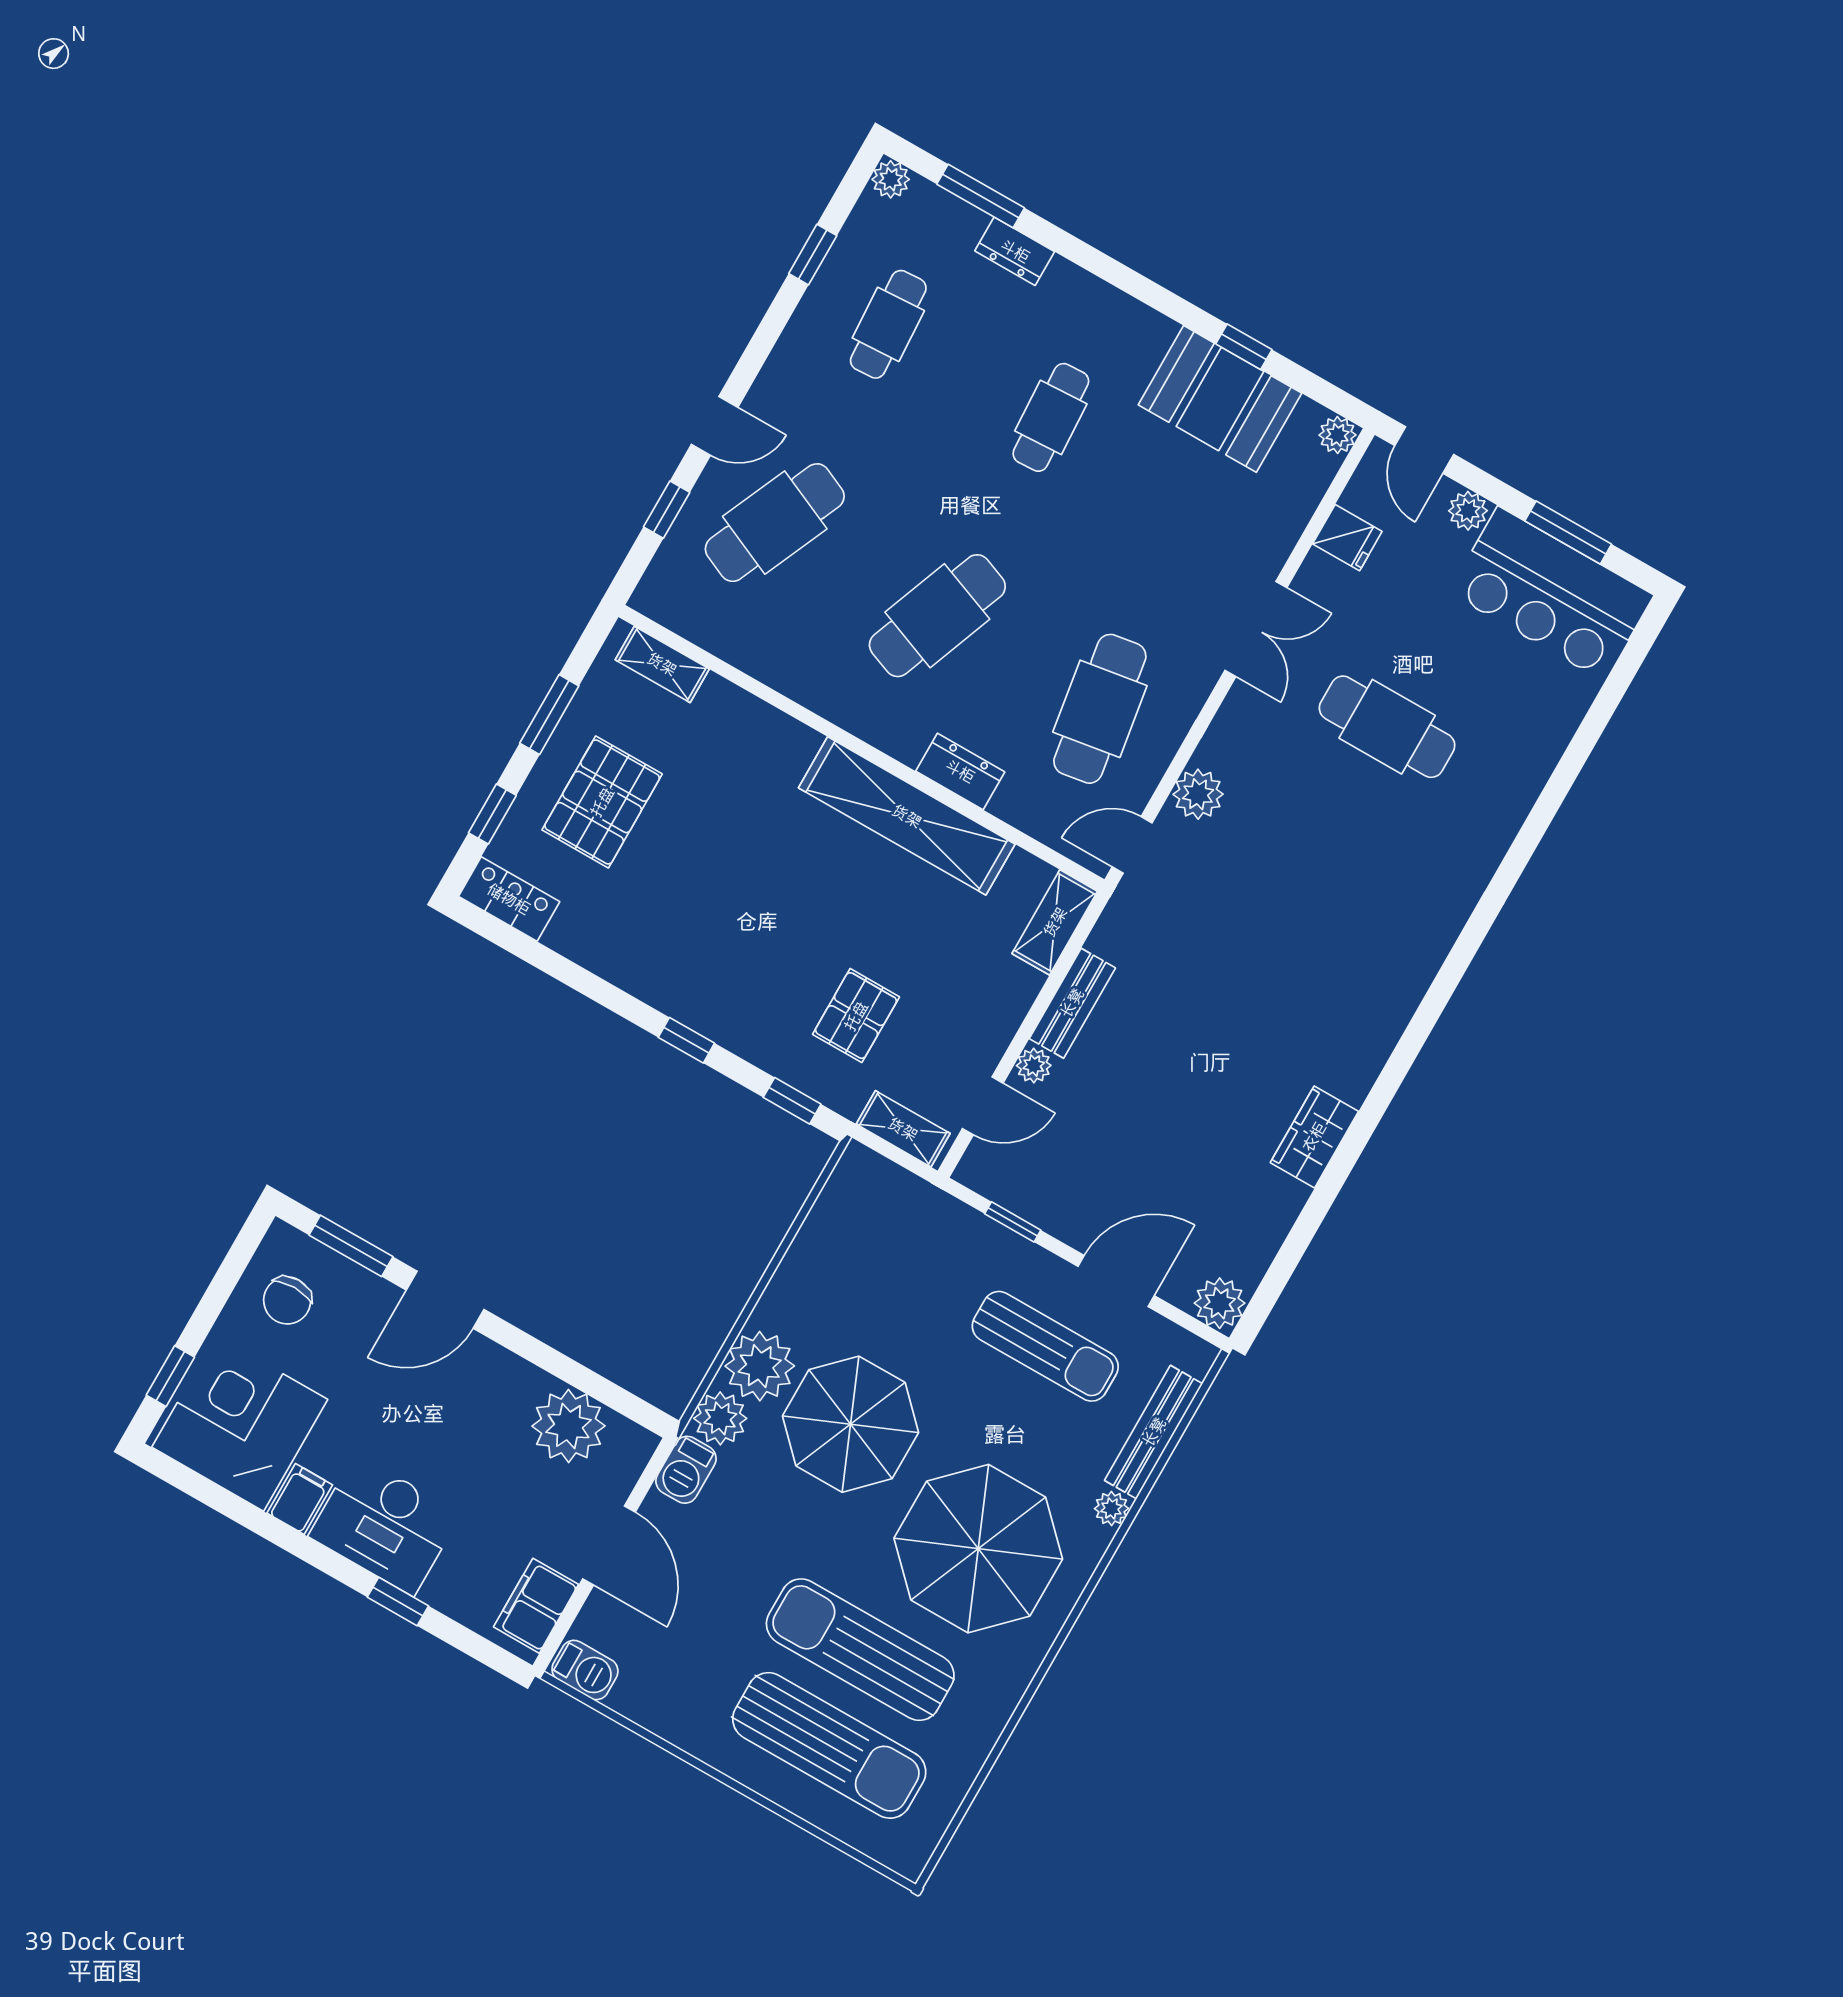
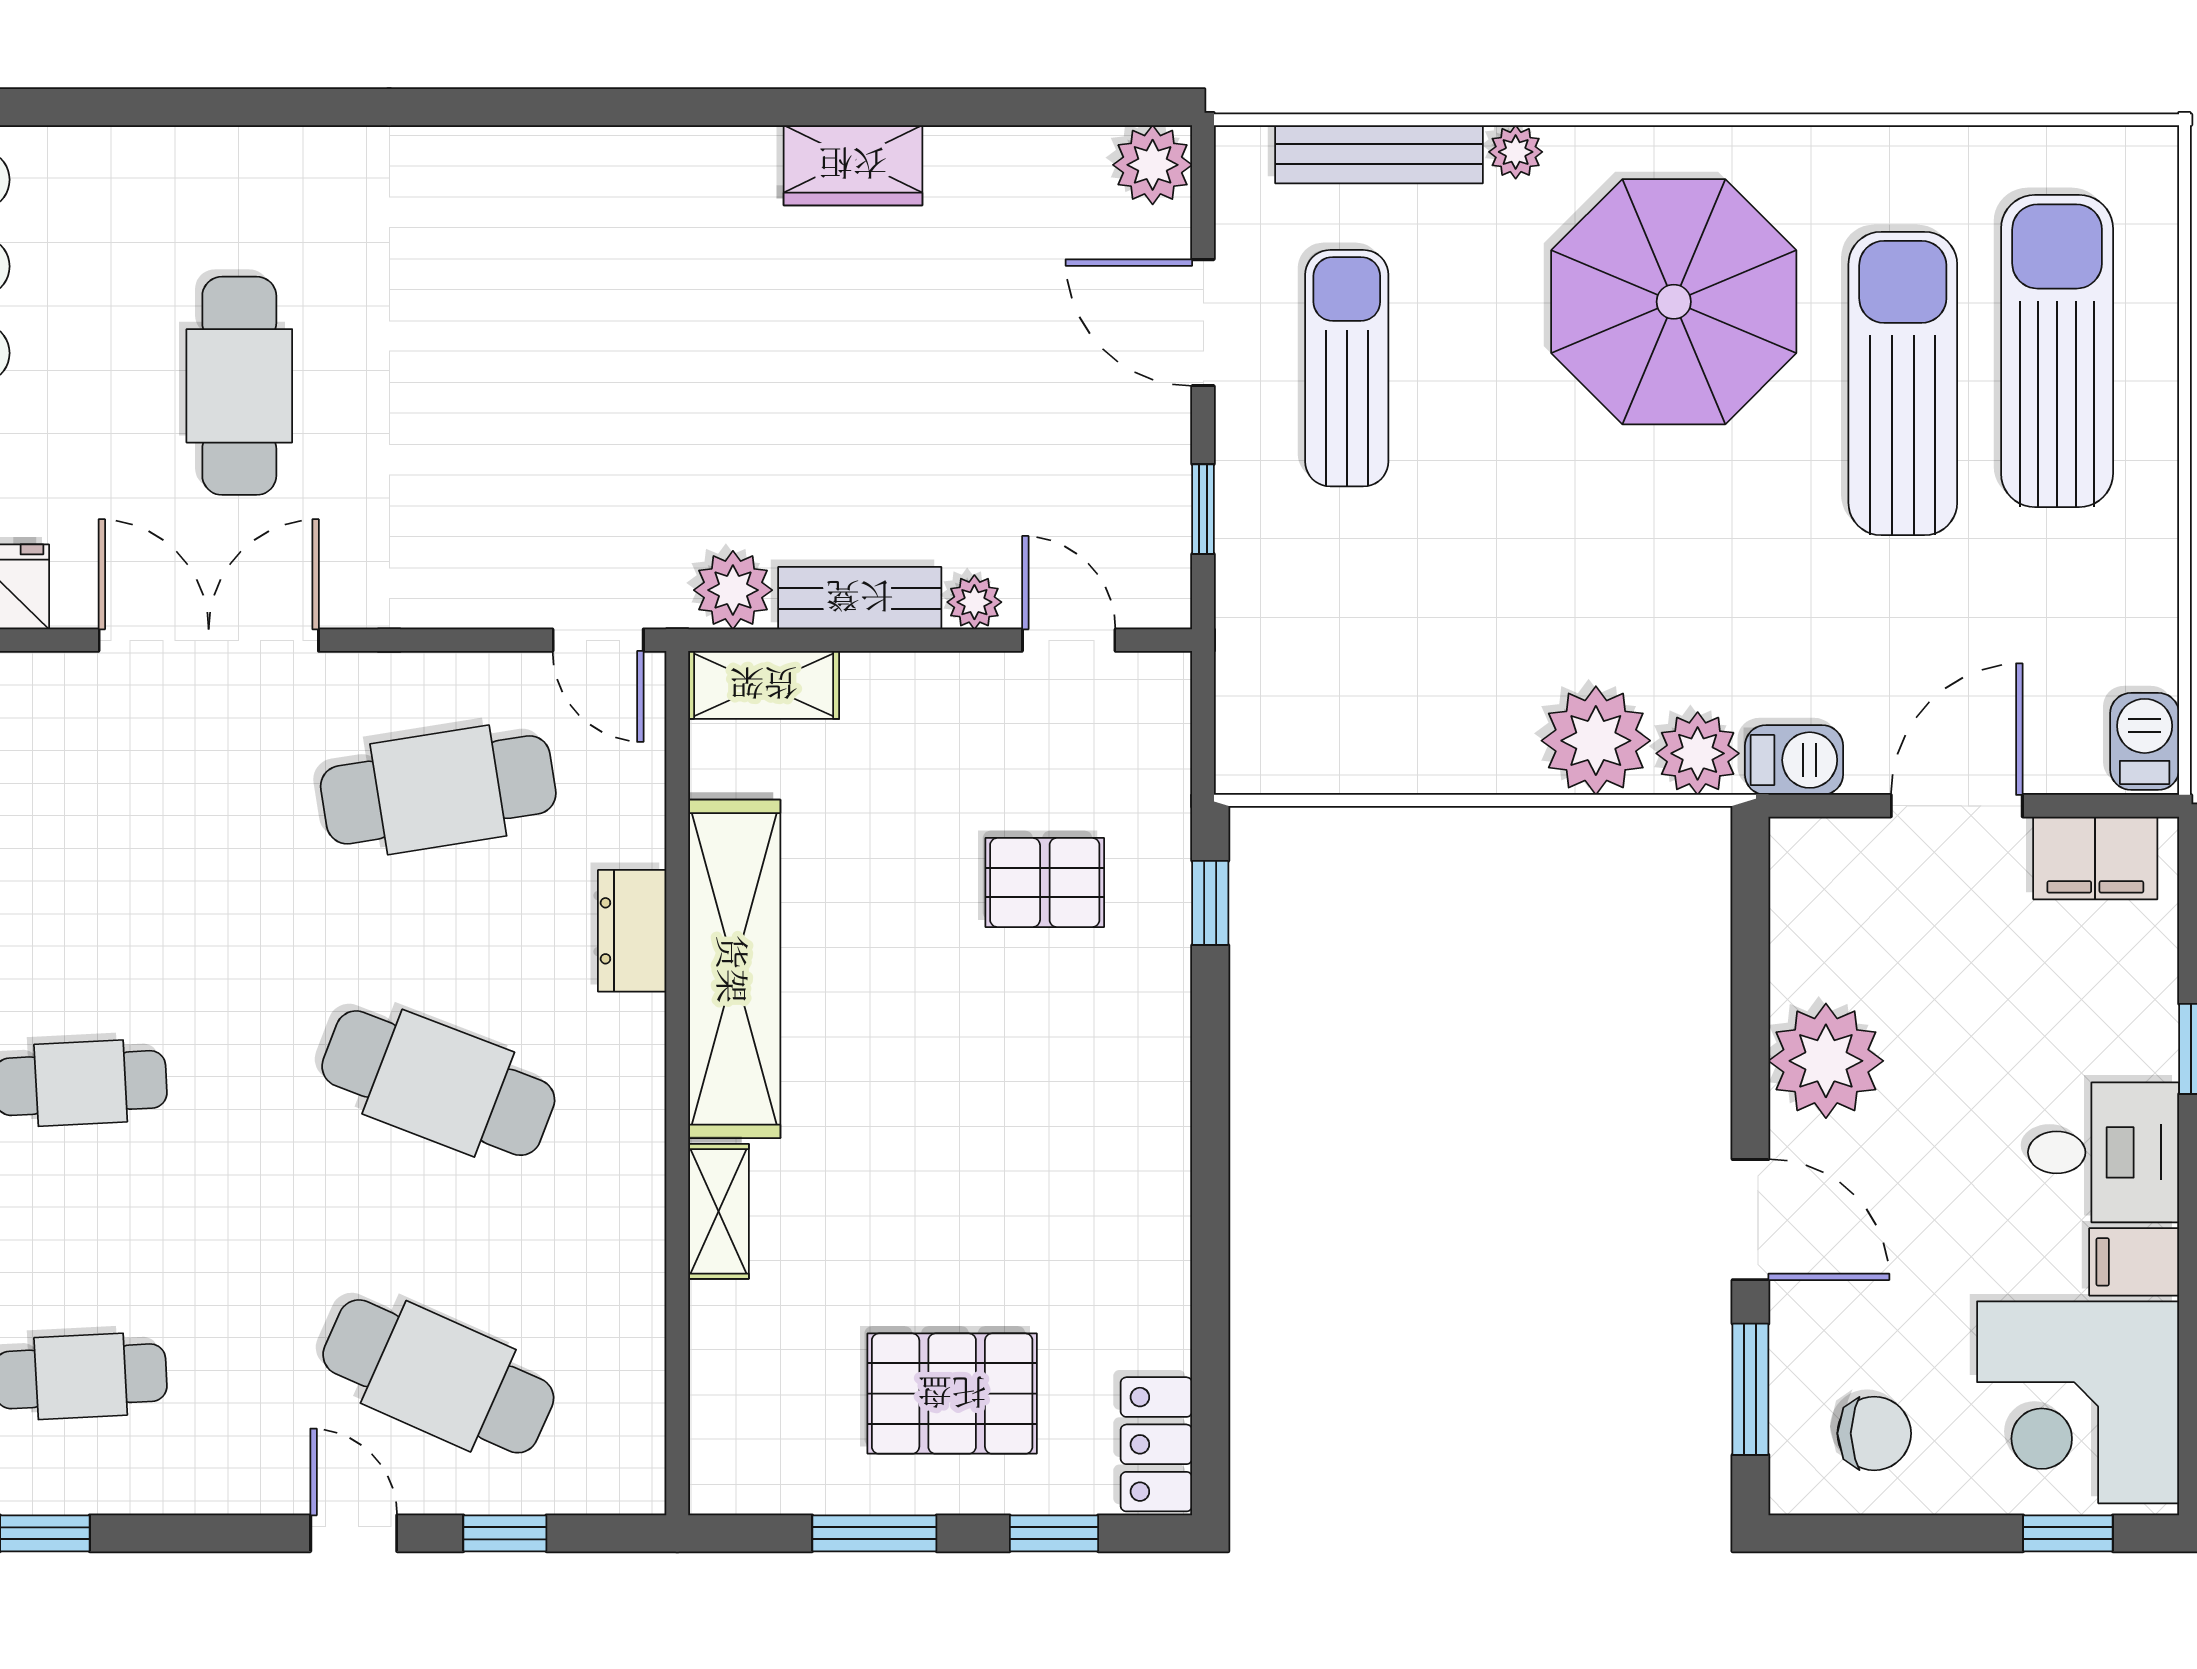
double door: (1256, 629) -> (209, 640), width x1.37
shelving: (662, 664) -> (718, 1211), moved
plant: (1198, 794) -> (733, 590), moved
window: (686, 1040) -> (1210, 1094), removed
shelving: (903, 1129) -> (1162, 730), removed
parasol: (850, 1424) -> (1604, 572), removed
plant: (568, 1426) -> (1826, 1061), moved
desk: (385, 1525) -> (2103, 1152), width x0.73
sun lounger: (860, 1650) -> (1903, 383), turned 180

